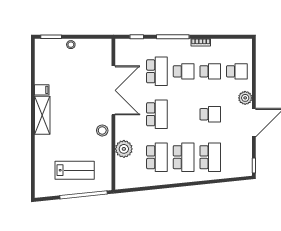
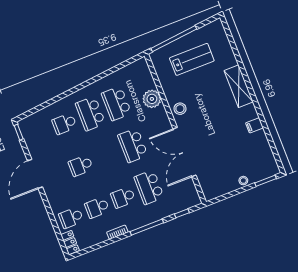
locker: (246, 50) -> (70, 243), added
plant: (245, 98) -> (53, 195), removed
shelving: (42, 115) -> (239, 86), moved
school desk: (210, 157) -> (64, 124), width x0.54
lab bench: (75, 170) -> (192, 59), turned 180

